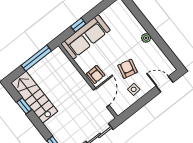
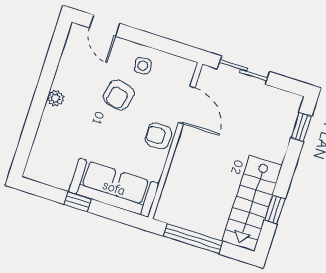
window: (78, 25) -> (78, 202), moved
armchair: (96, 74) -> (158, 136), turned -88
door: (101, 98) -> (187, 105), swing flipped

